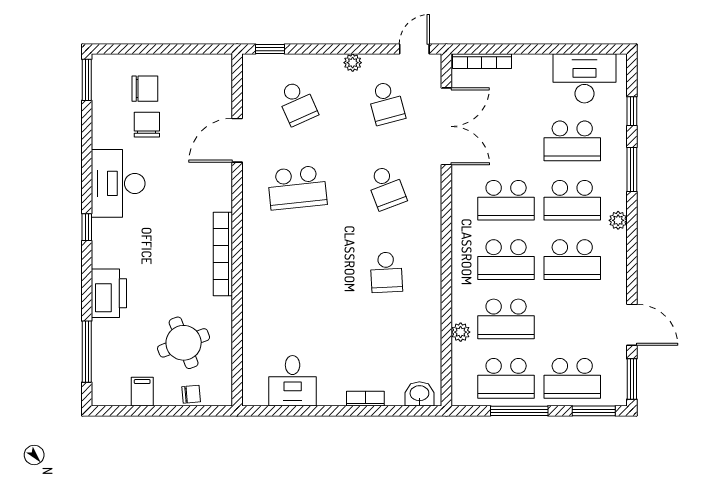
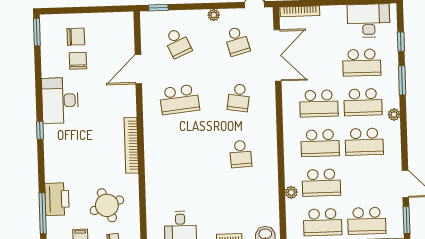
school desk: (386, 188) -> (239, 98), turned 30
printer: (109, 293) -> (57, 199), moved

